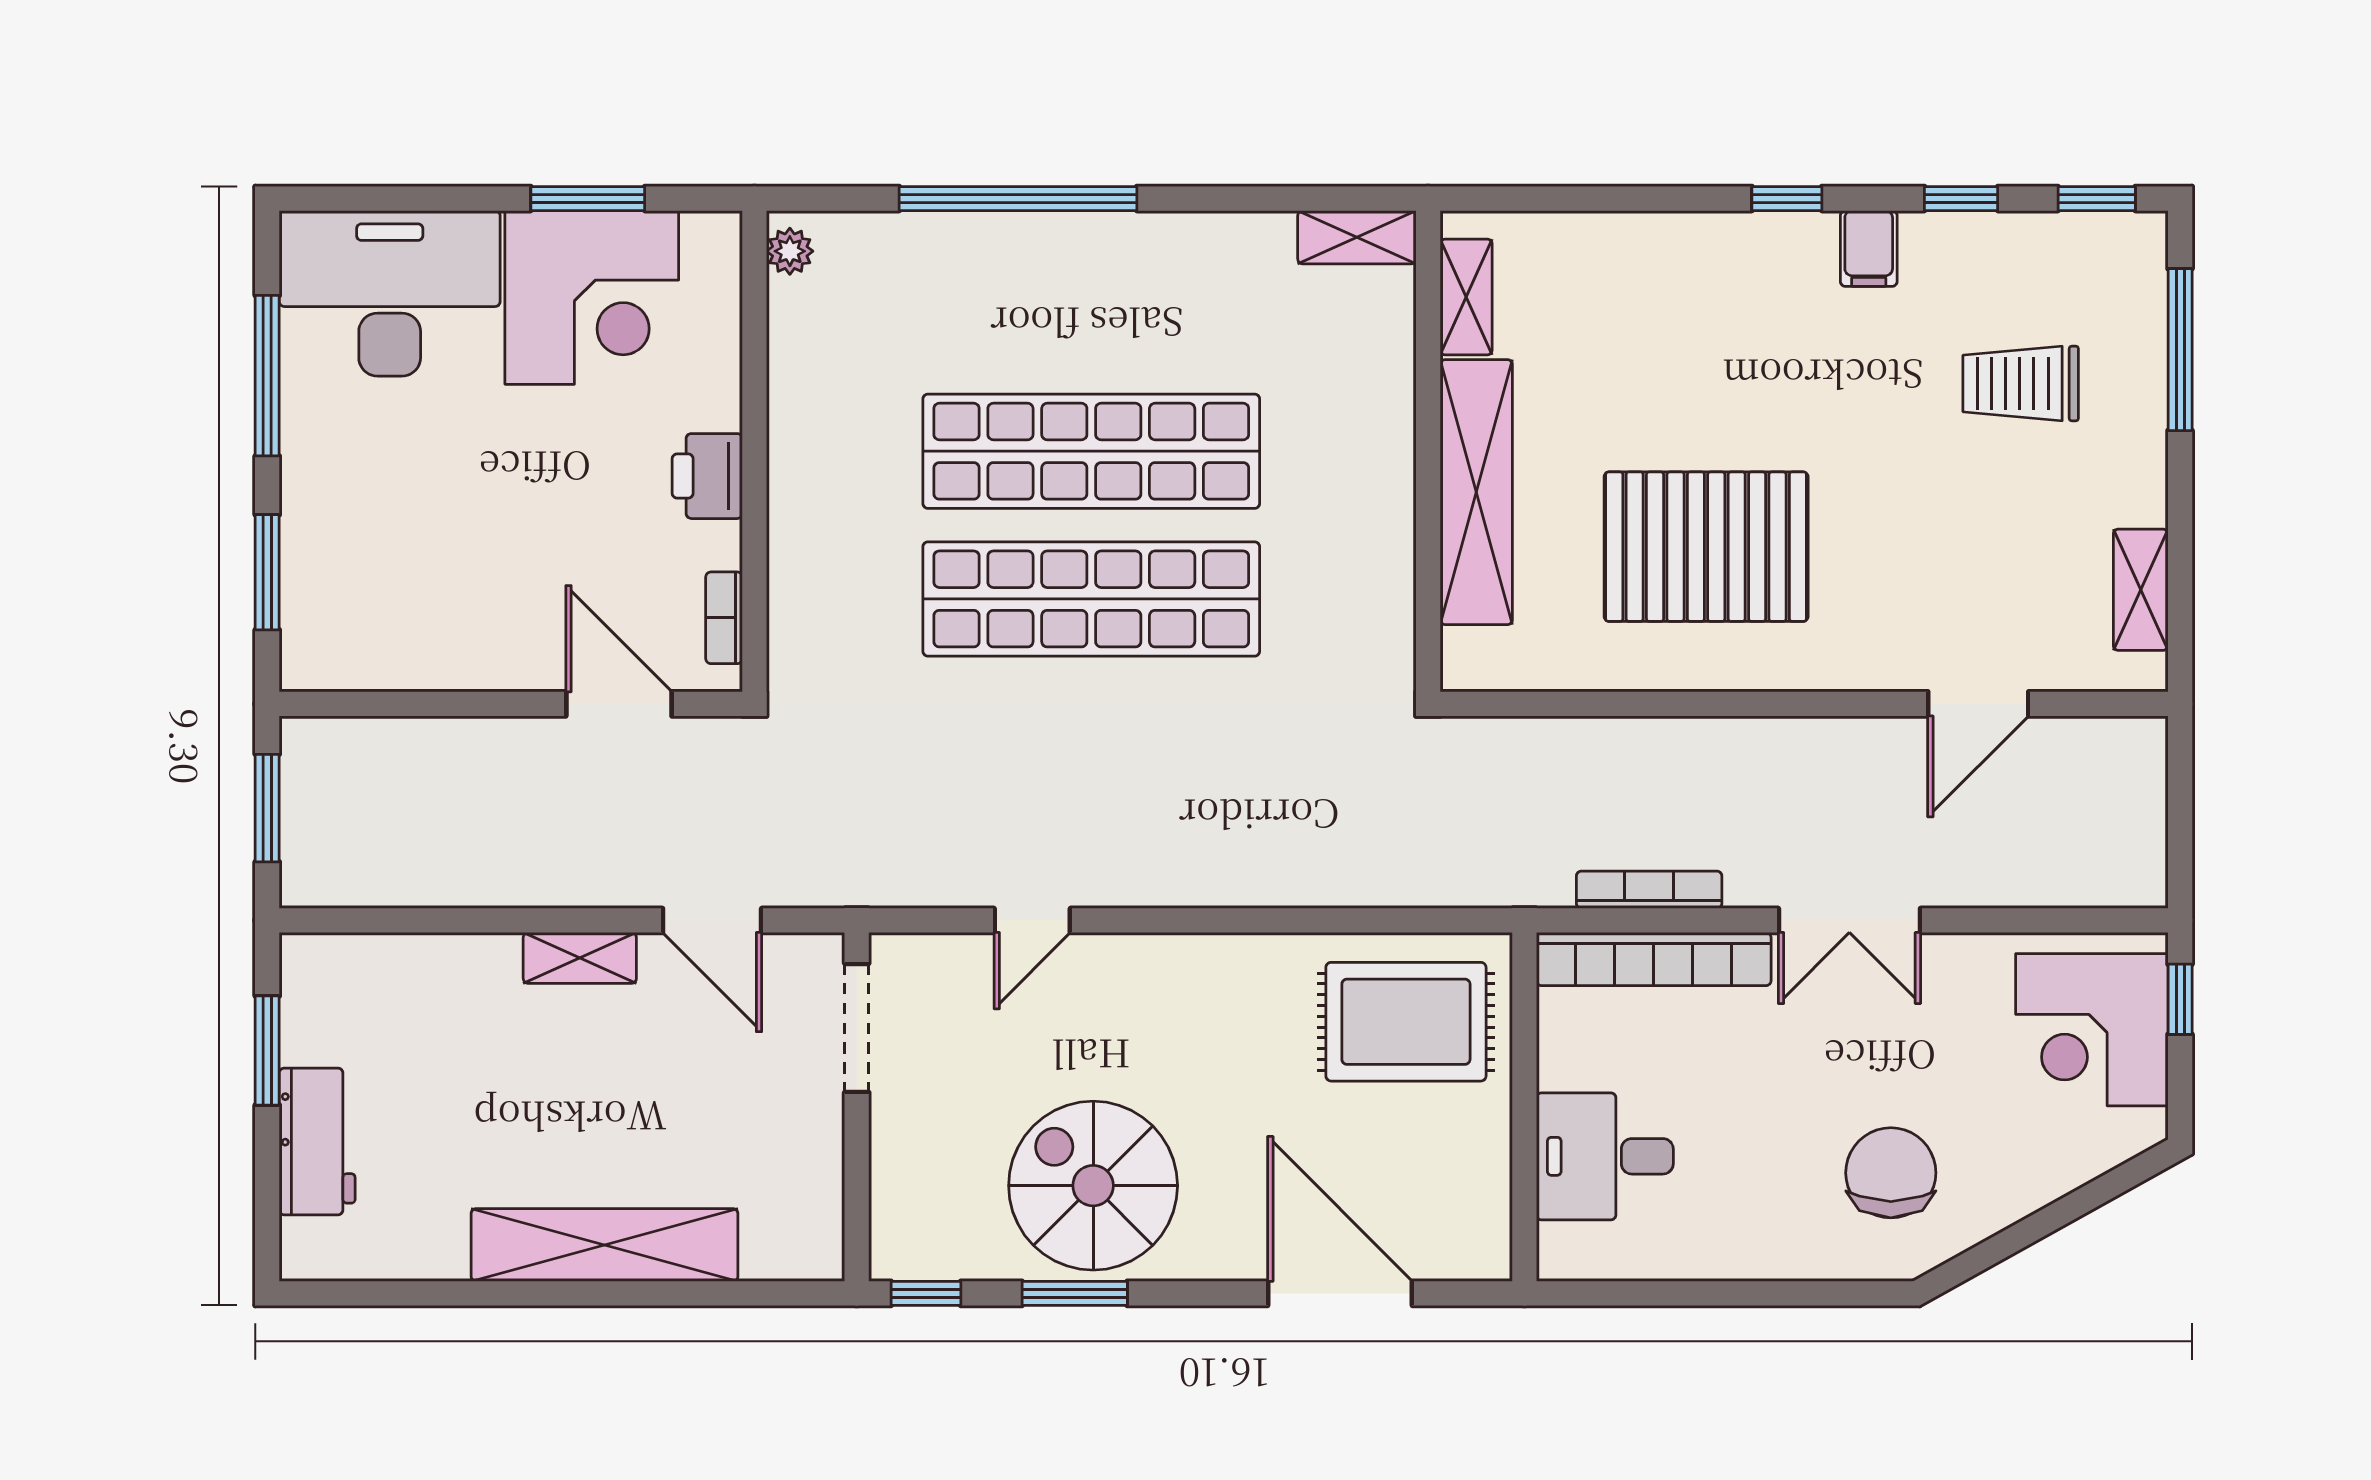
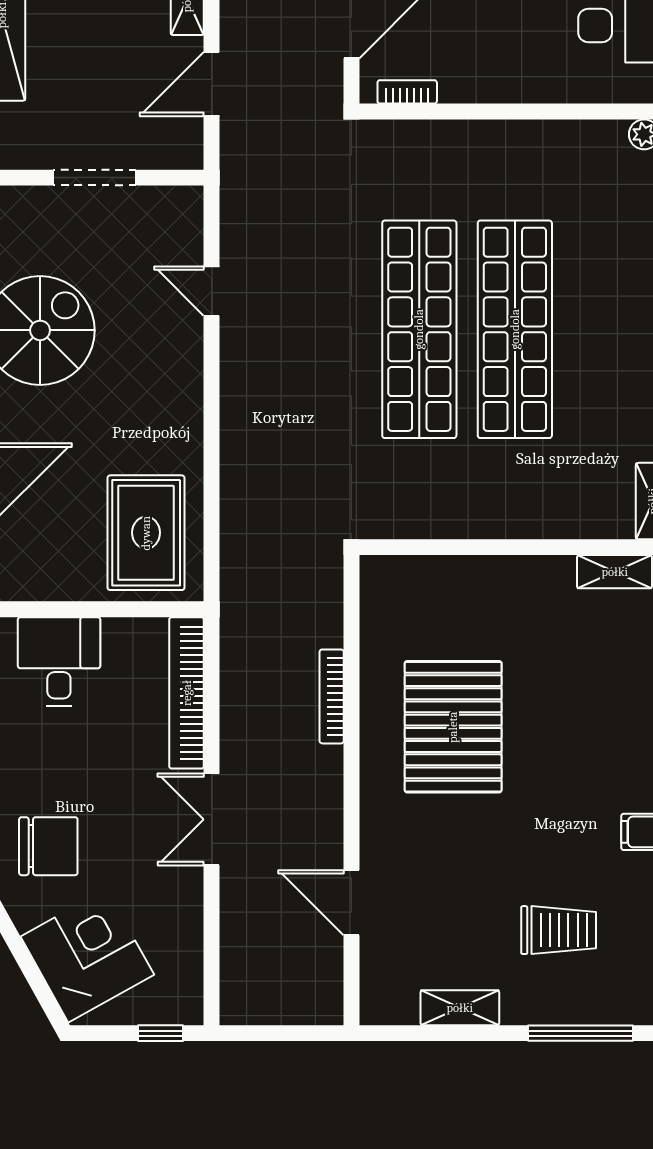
trolley: (2021, 383) -> (559, 930), turned 90
printer: (707, 476) -> (499, 81), removed
shelving: (1476, 492) -> (488, 578), removed
shelving: (2141, 590) -> (460, 1008), moved
bookcase: (1649, 890) -> (332, 696), moved, turned 180
doorway: (857, 1028) -> (95, 178), moved
corner desk: (2092, 1030) -> (87, 956), moved, turned 61

